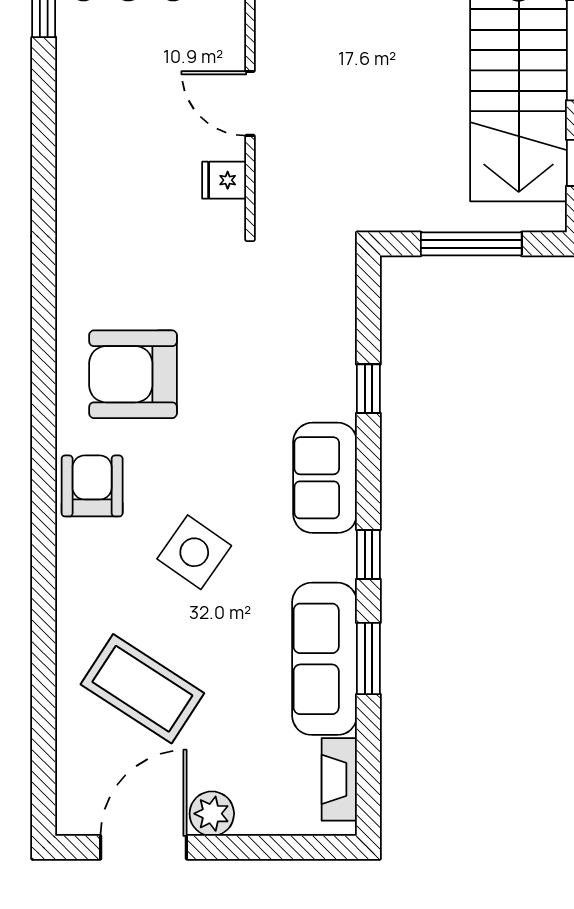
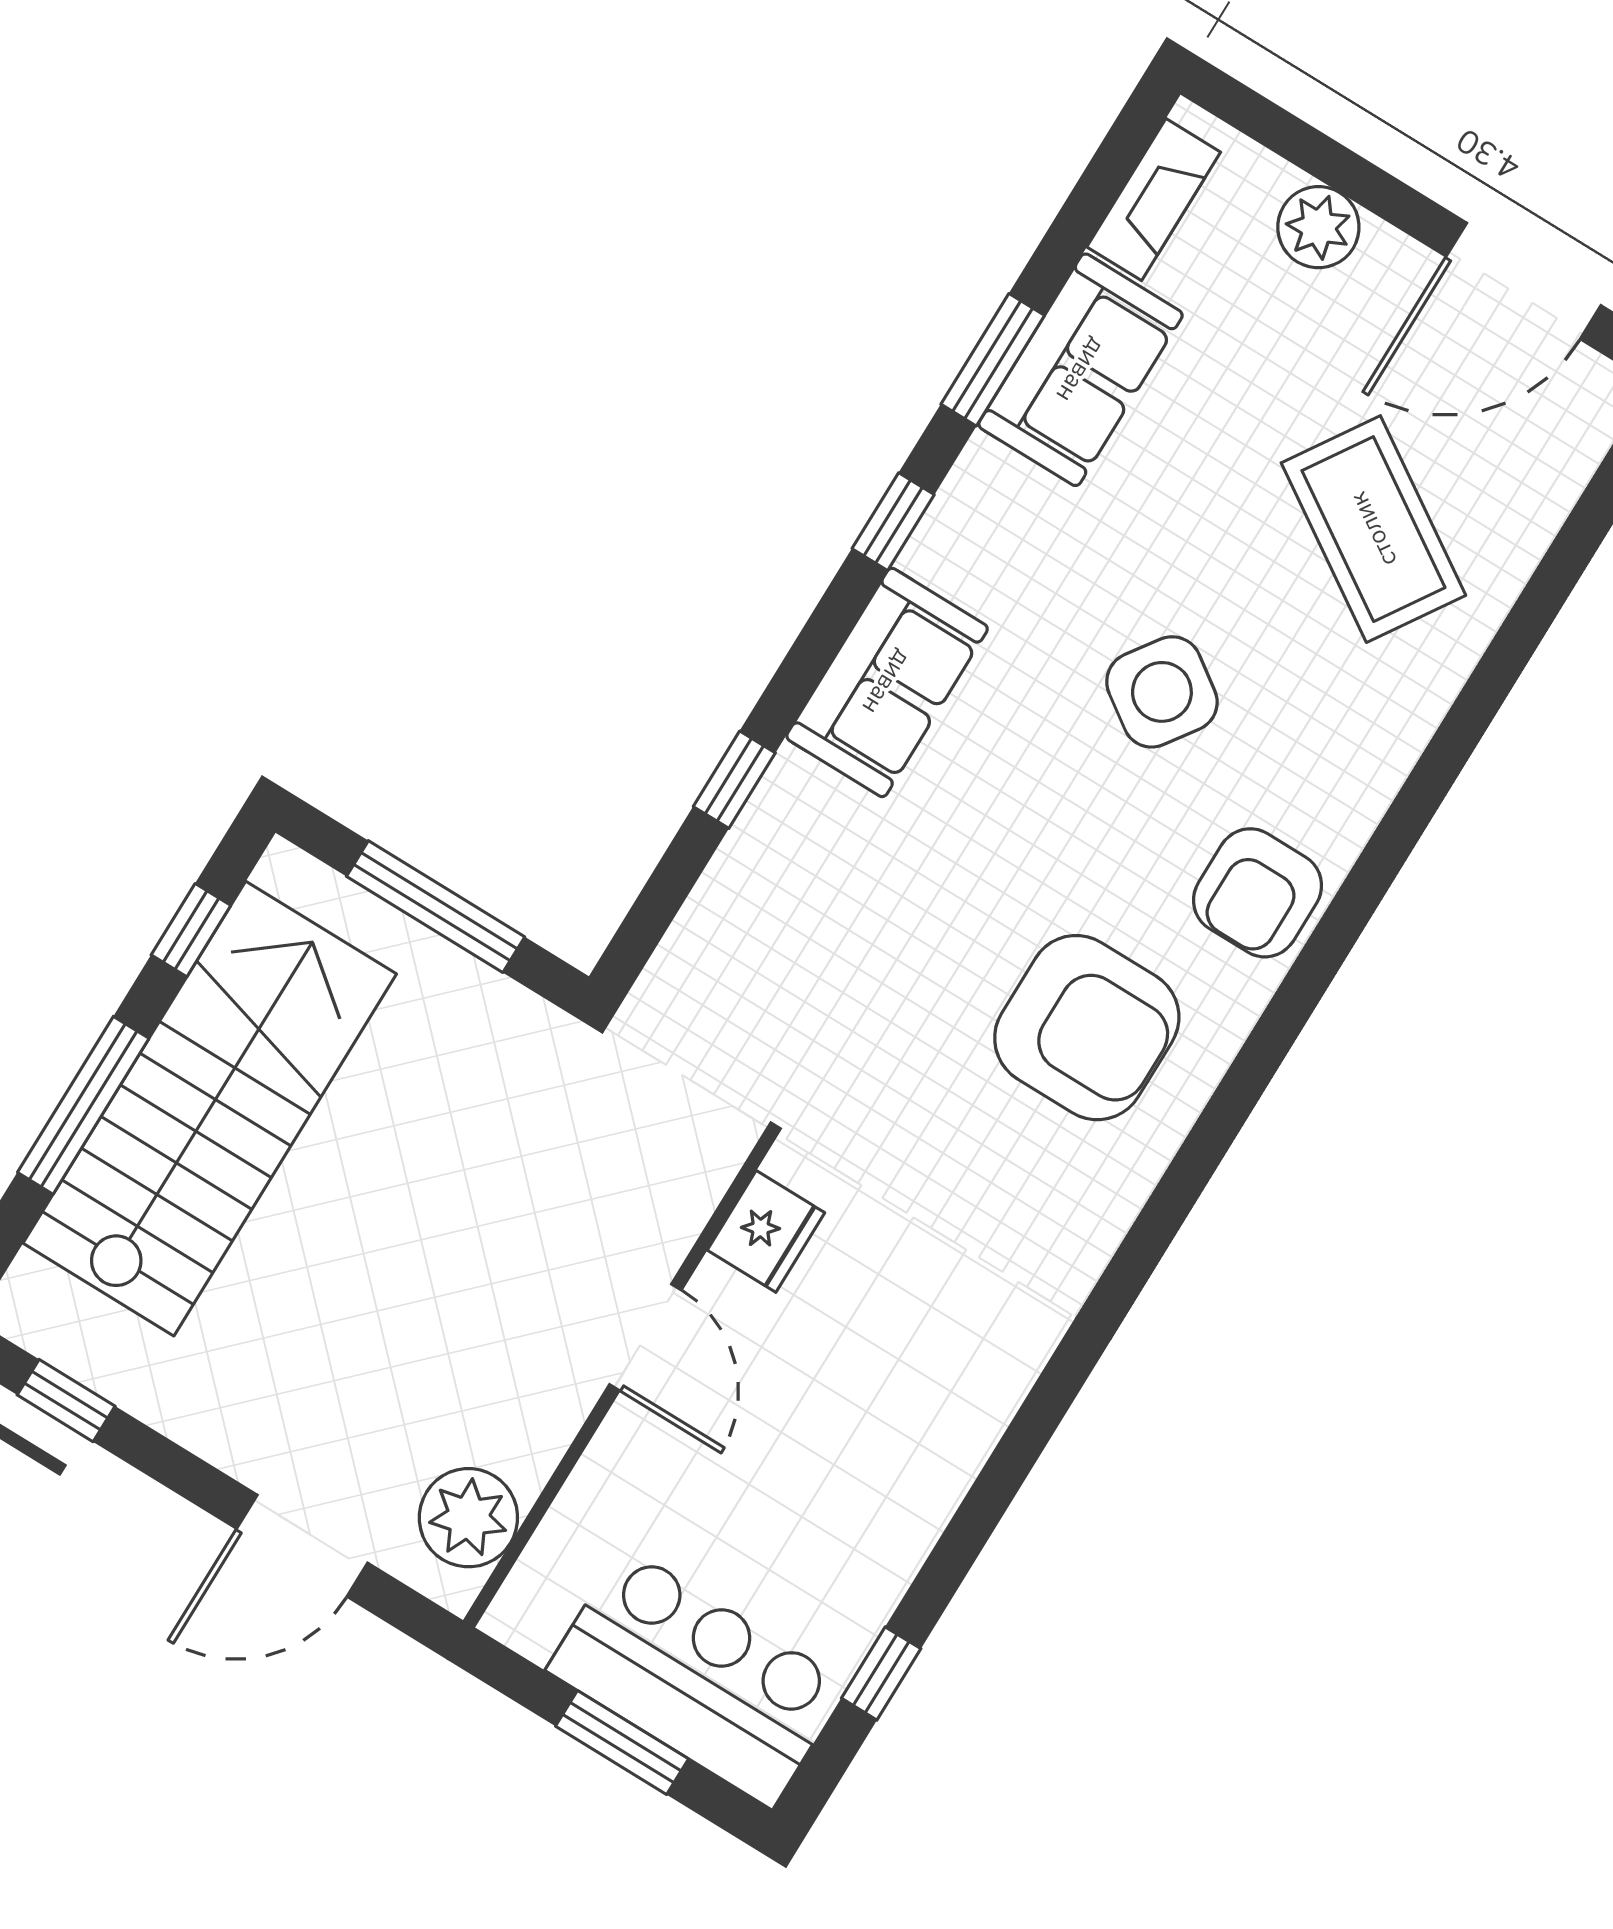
fridge: (224, 180) -> (766, 1231), width x1.38
sofa: (325, 659) -> (1081, 370), width x0.73
plant: (212, 814) -> (1318, 227), moved

